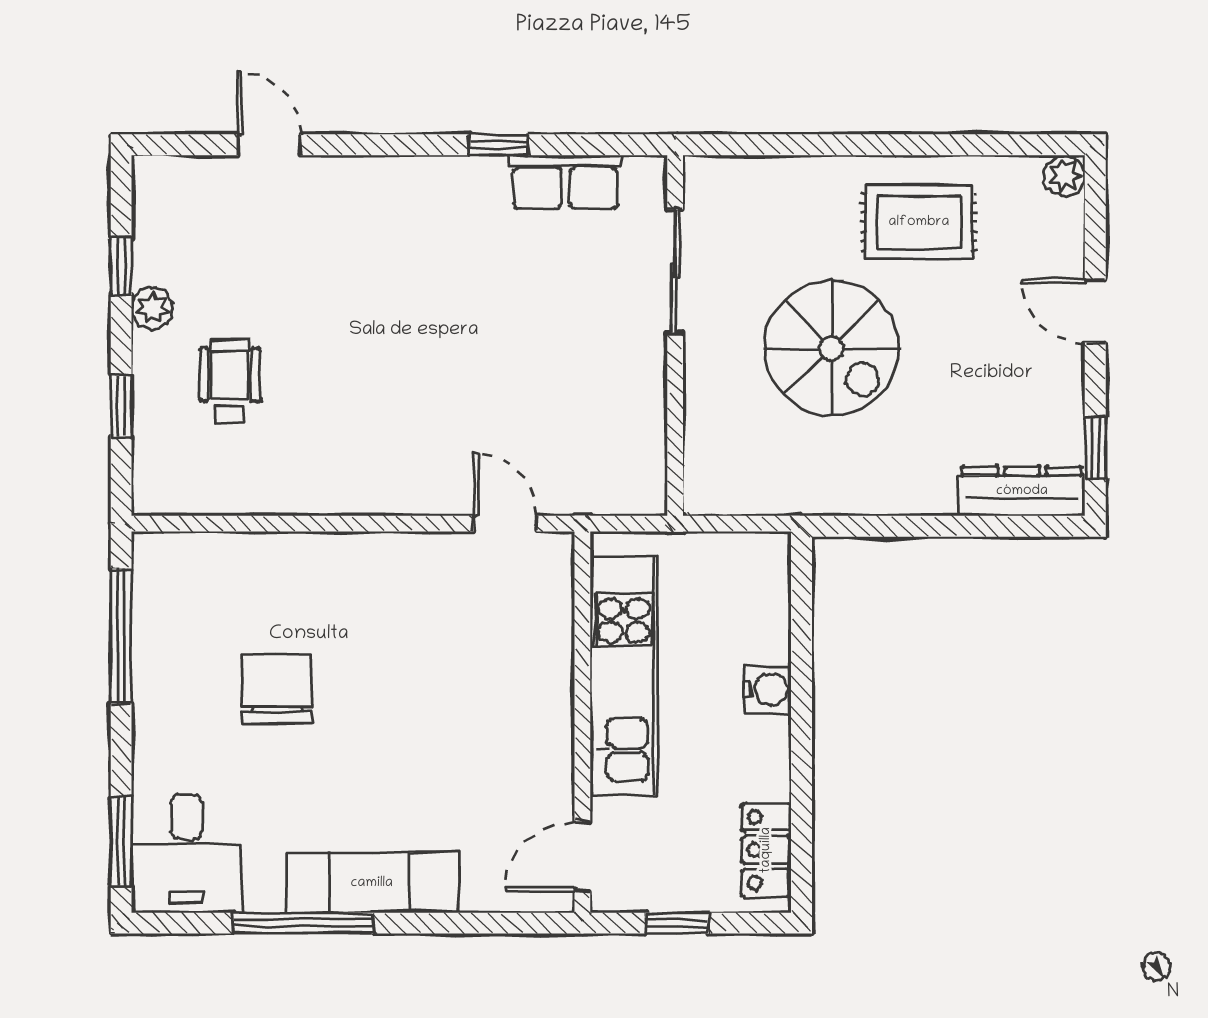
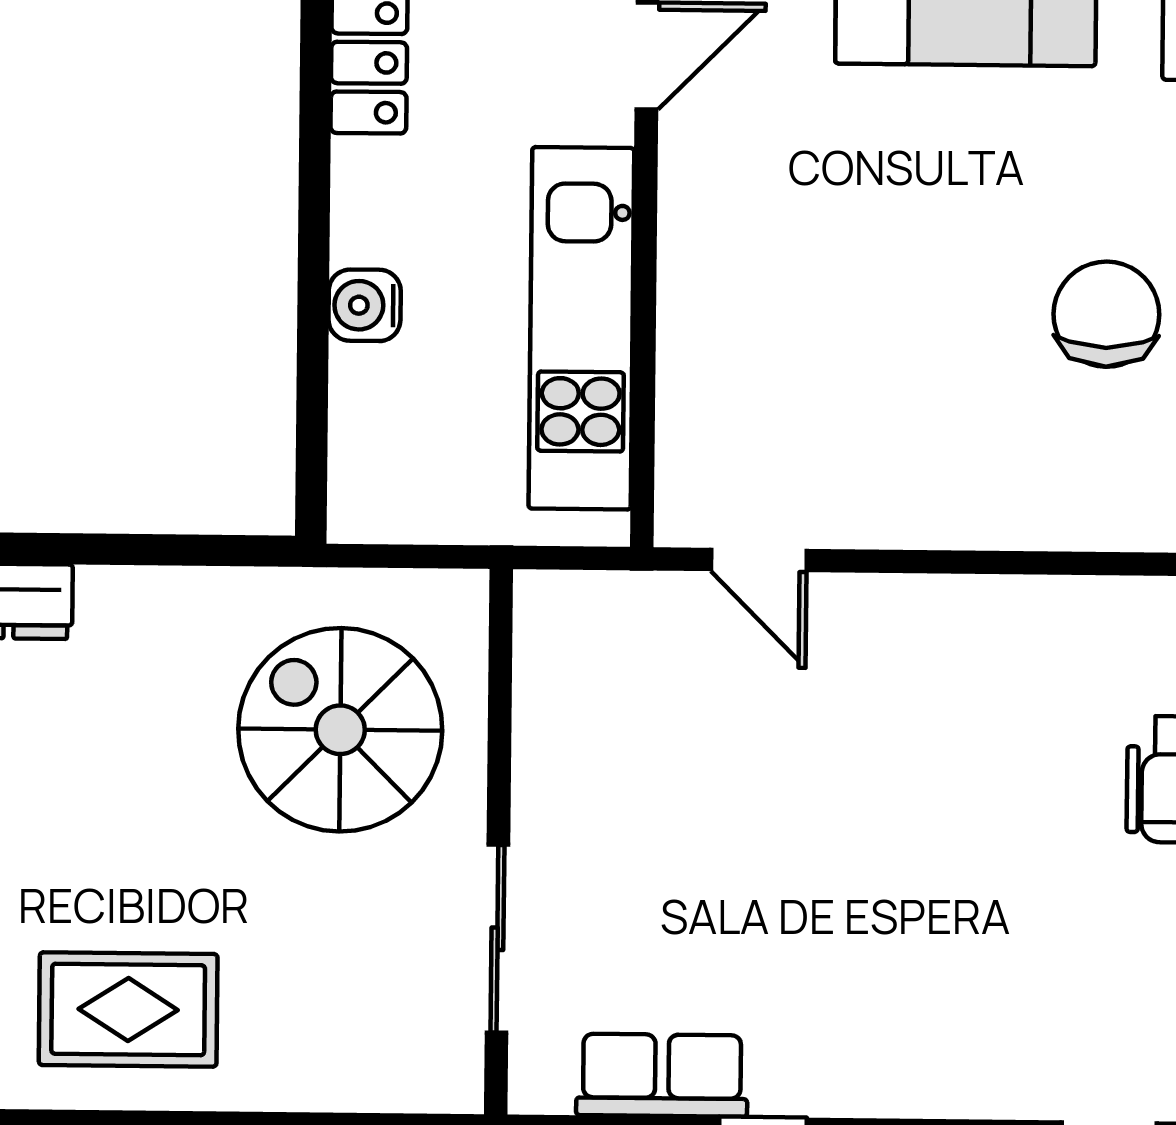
spiral stairs: (832, 348) -> (340, 730), moved
chair: (277, 689) -> (1106, 314), turned 180

